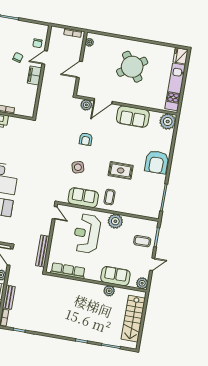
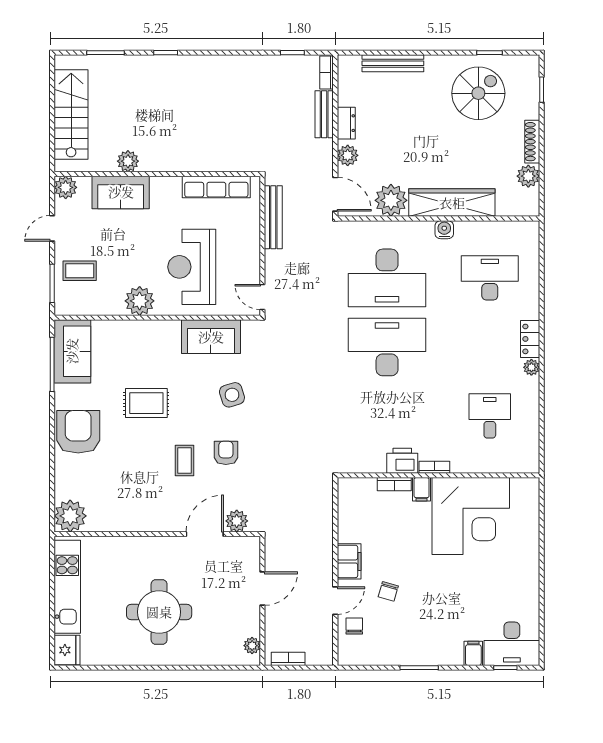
round table: (132, 67) -> (159, 612), turned 35
sofa: (133, 117) -> (72, 351), moved, turned 90
coffee table: (110, 197) -> (185, 460), moved
reception desk: (87, 234) -> (192, 267), turned 180

